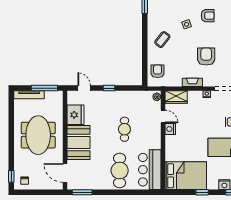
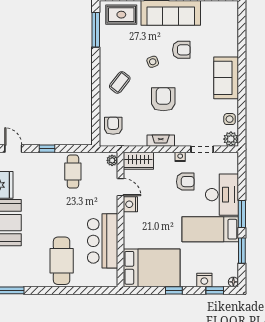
armchair: (206, 57) -> (163, 99), moved
armchair: (210, 112) -> (185, 182), added
cafe table: (124, 129) -> (73, 172), moved
bar counter: (150, 170) -> (103, 241), moved

